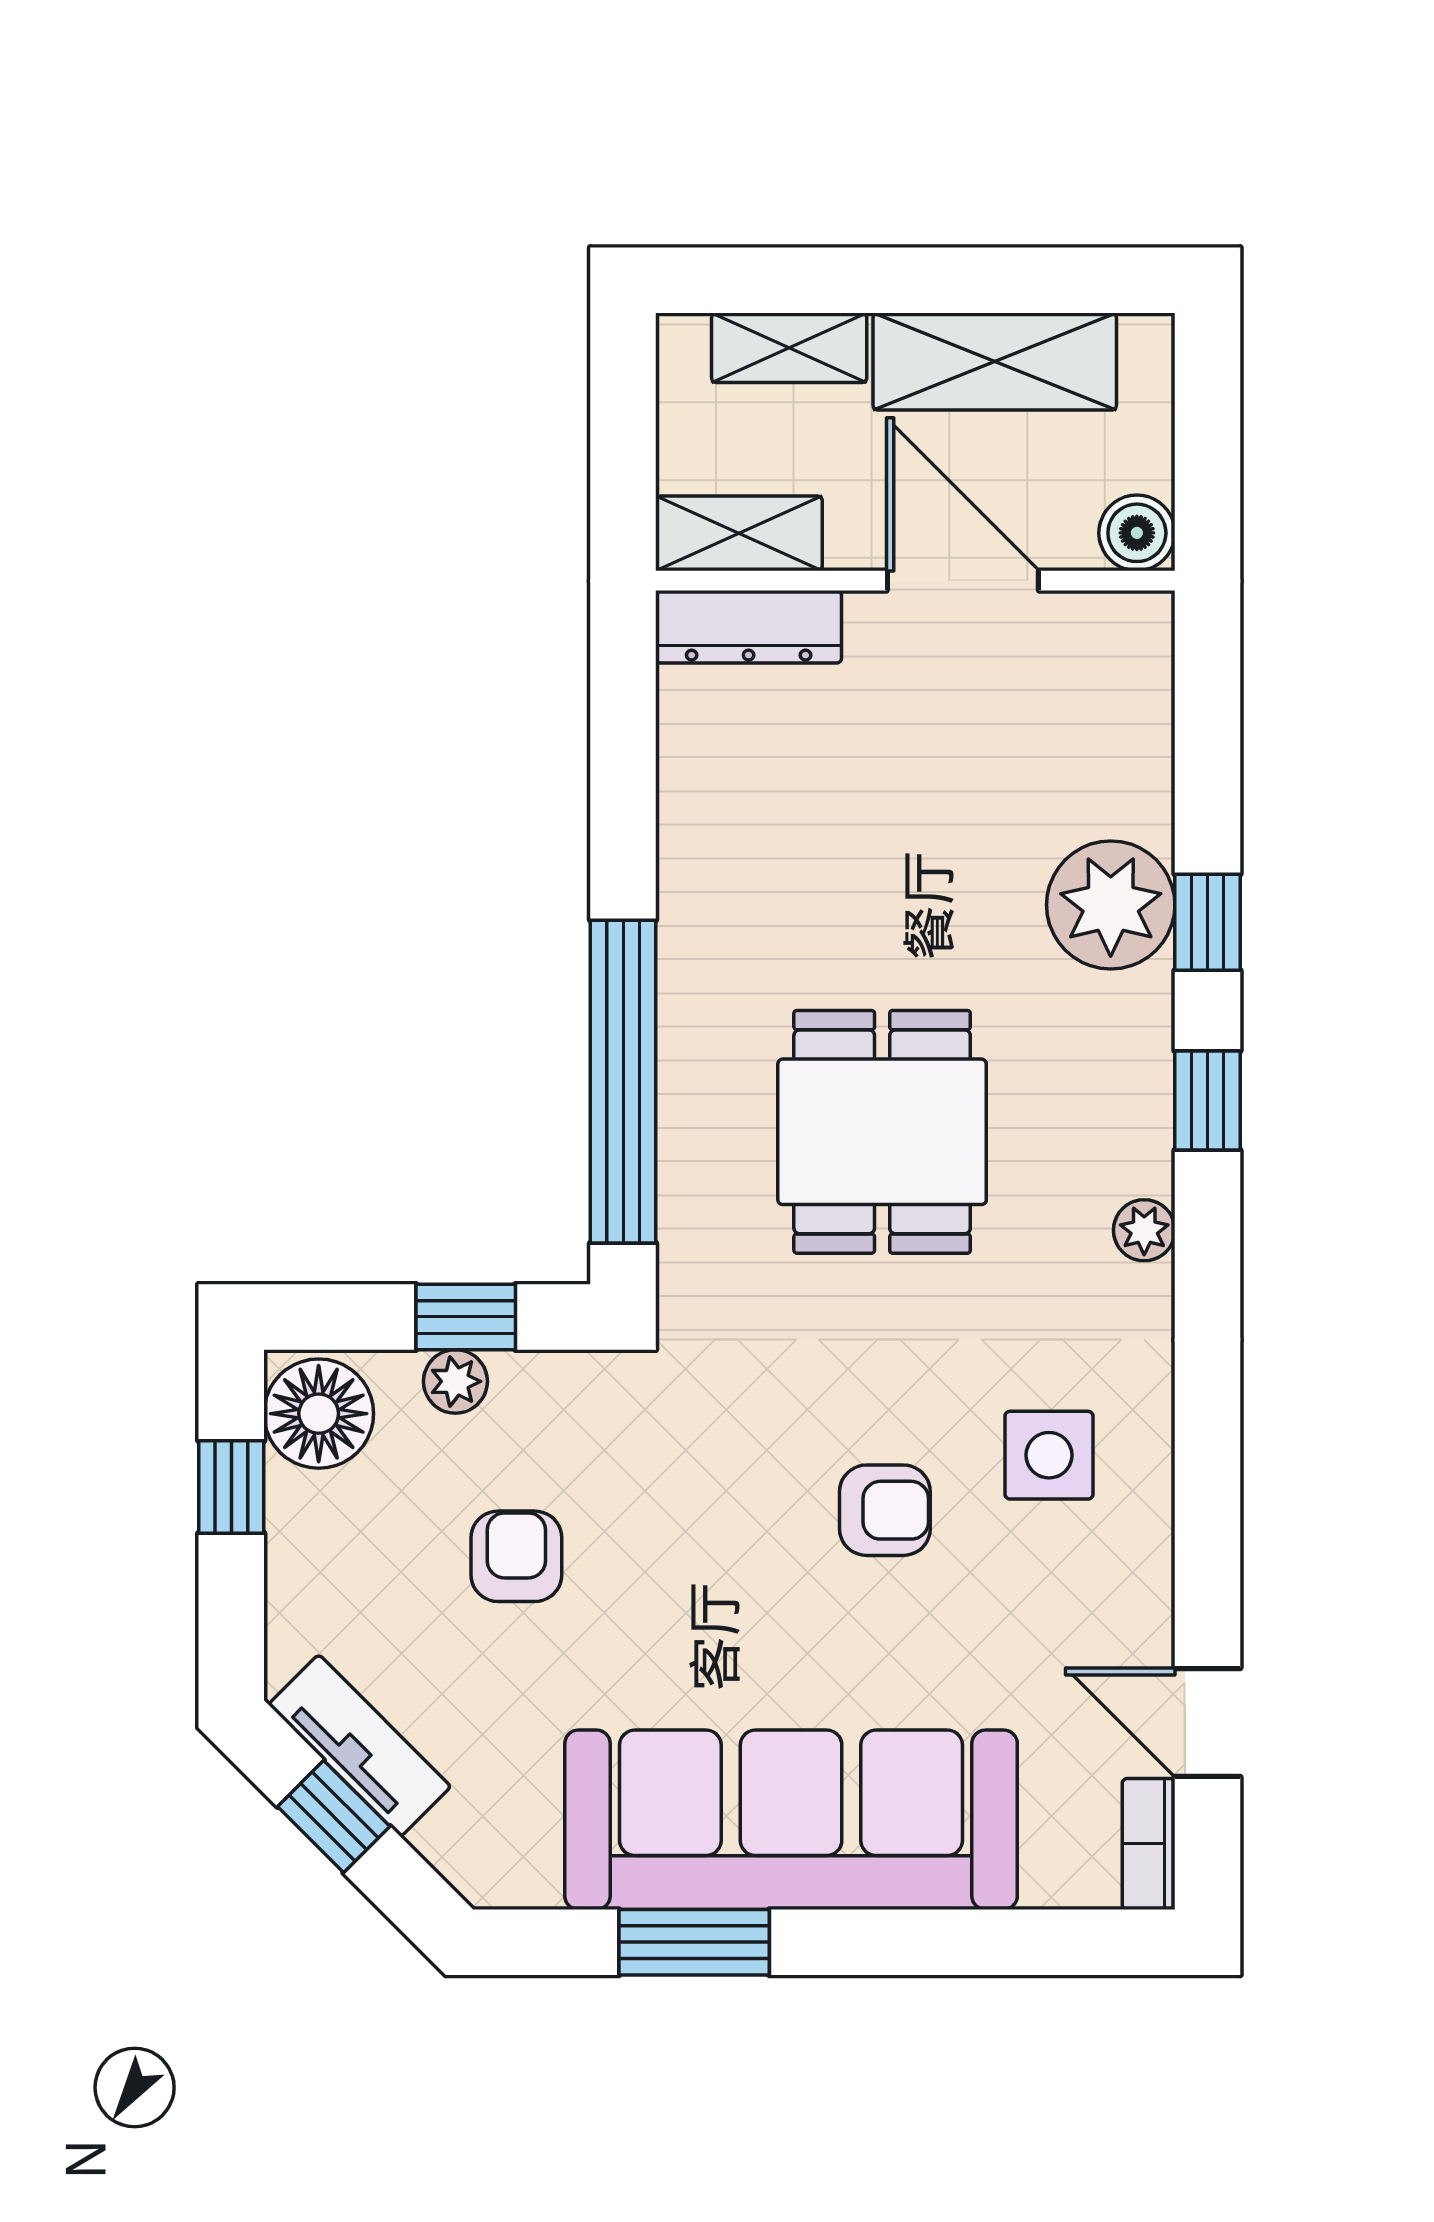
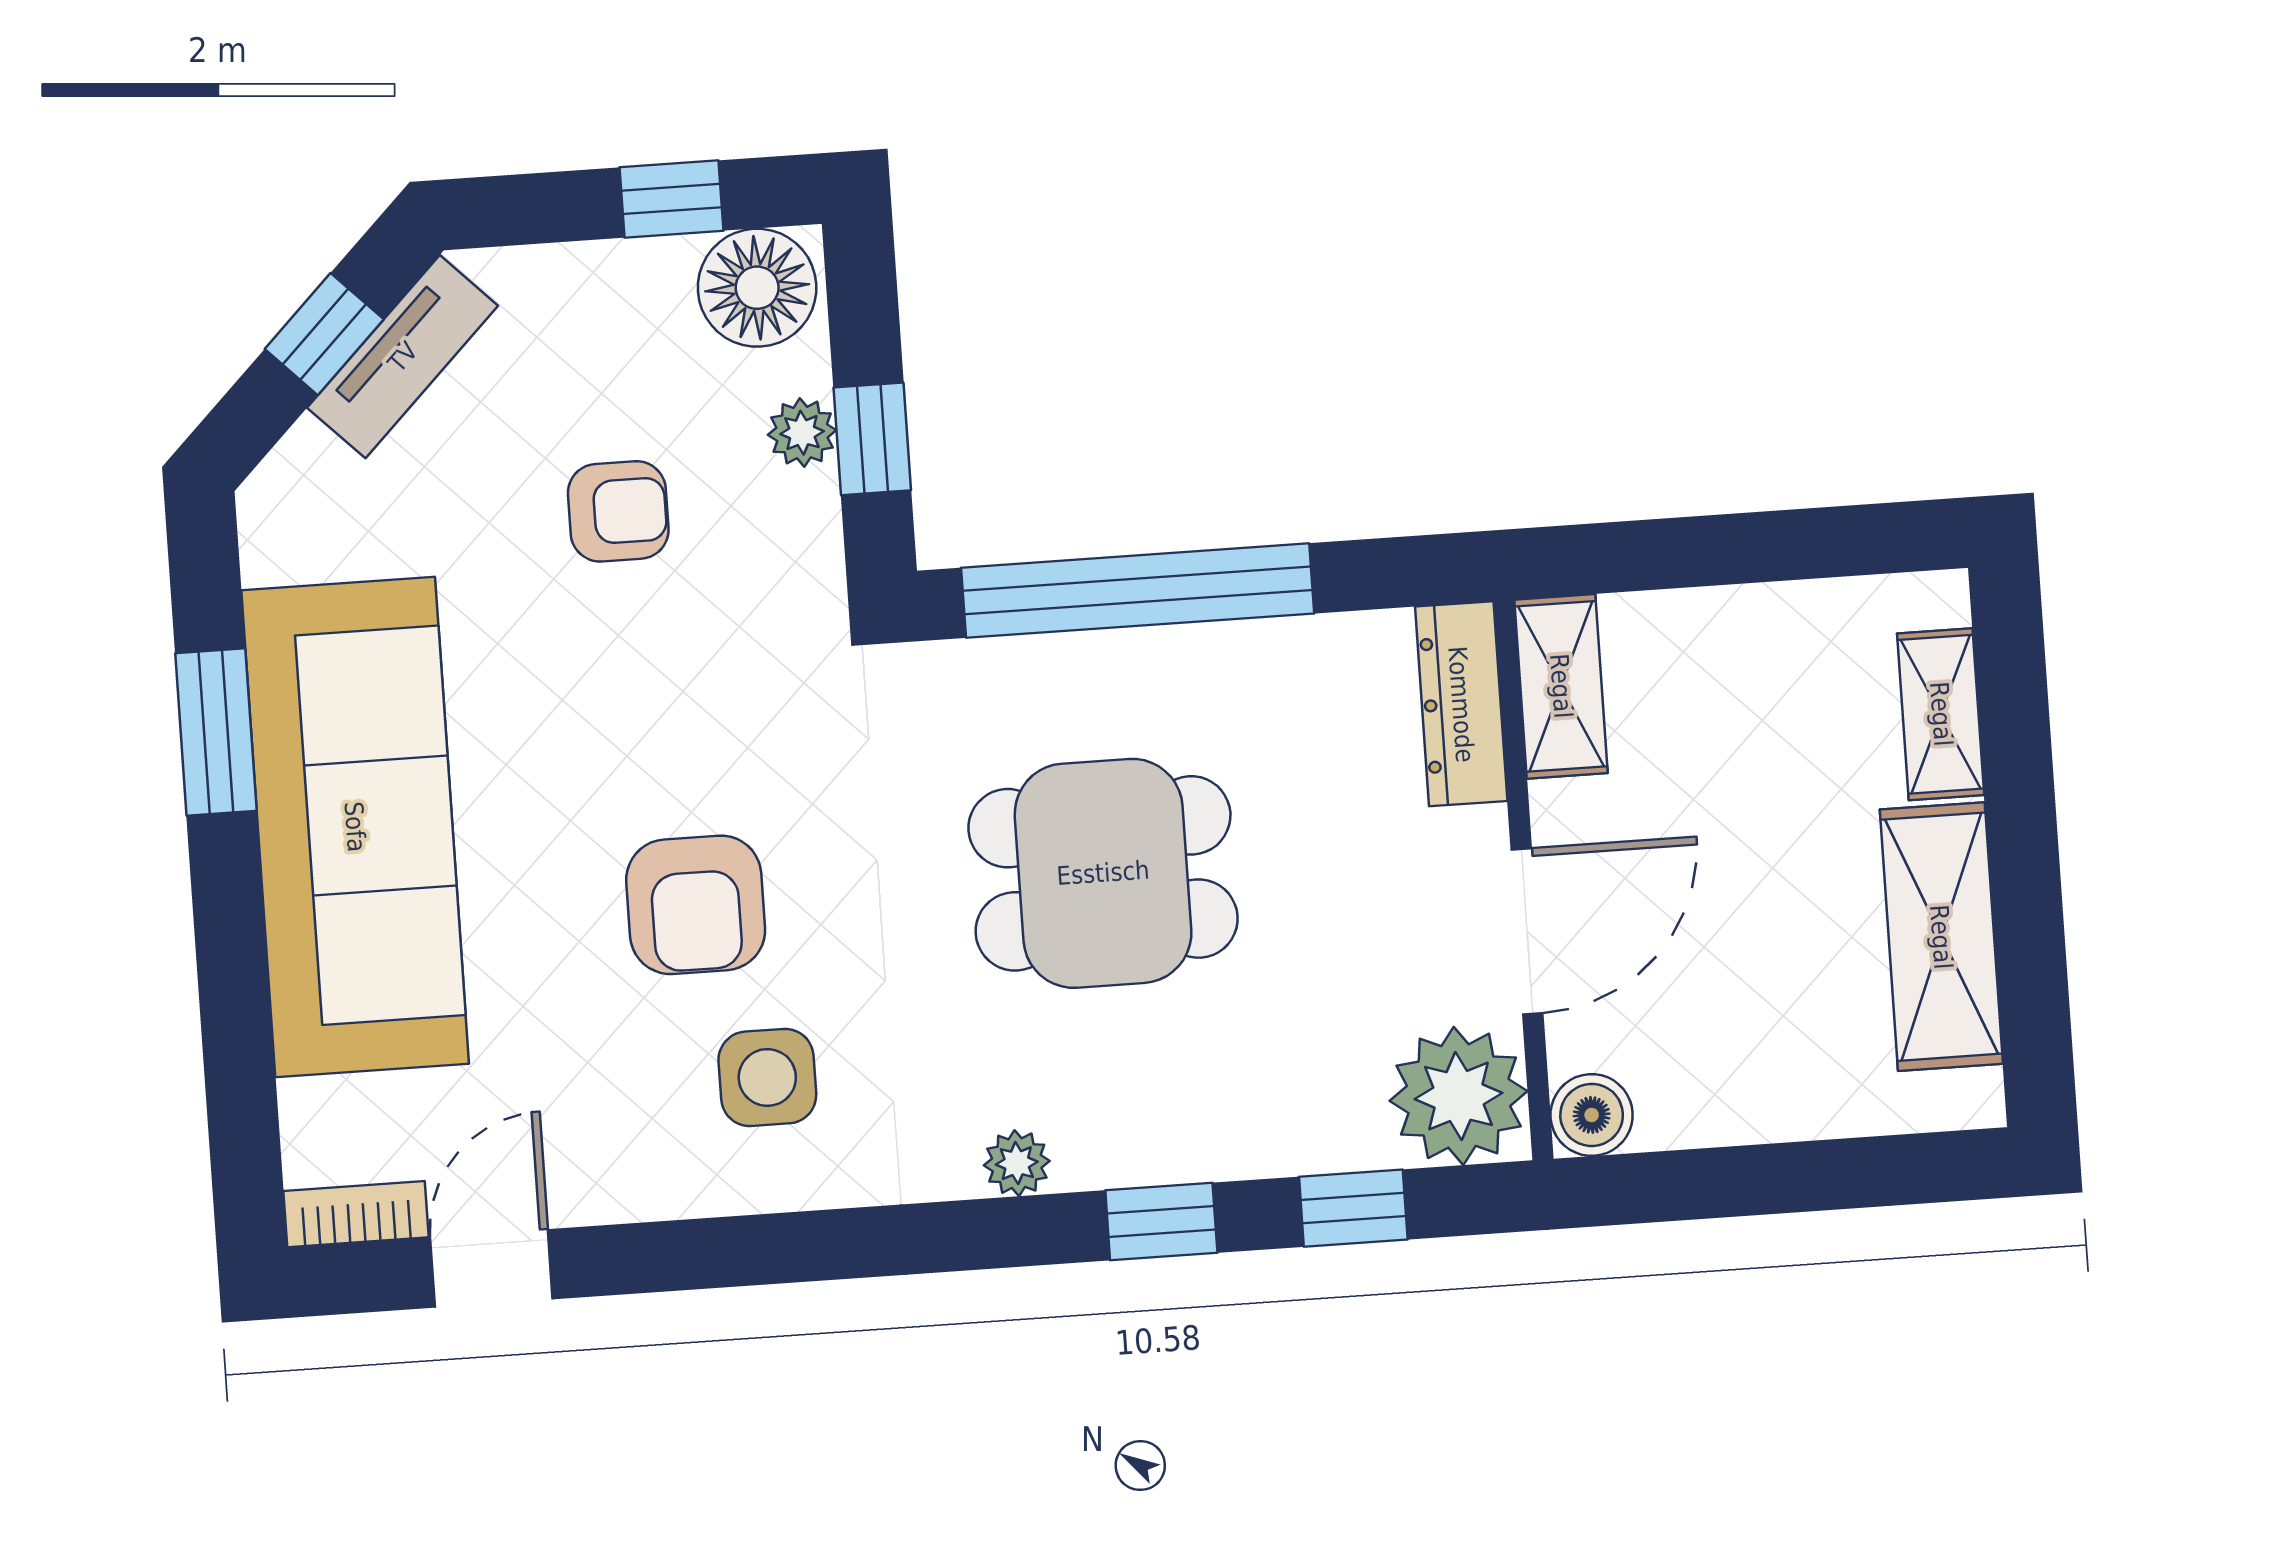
shelving: (739, 533) -> (1561, 686), moved
boiler: (1137, 533) -> (1592, 1115), moved
wall: (915, 581) -> (1523, 880), moved
door: (963, 581) -> (1527, 931), moved
dresser: (749, 627) -> (1461, 704), moved
plant: (1111, 905) -> (1459, 1096), moved
armchair: (885, 1510) -> (696, 905), width x1.38, depth x1.38

